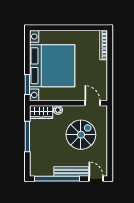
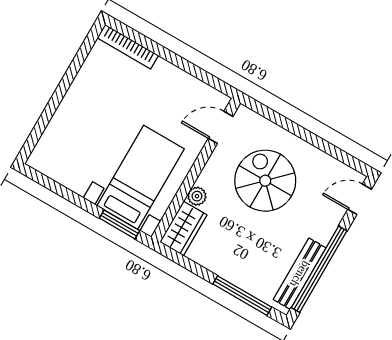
bed with nightstands: (52, 66) -> (141, 177), width x0.54
window: (27, 137) -> (242, 296), moved
bench: (71, 172) -> (300, 274), moved

